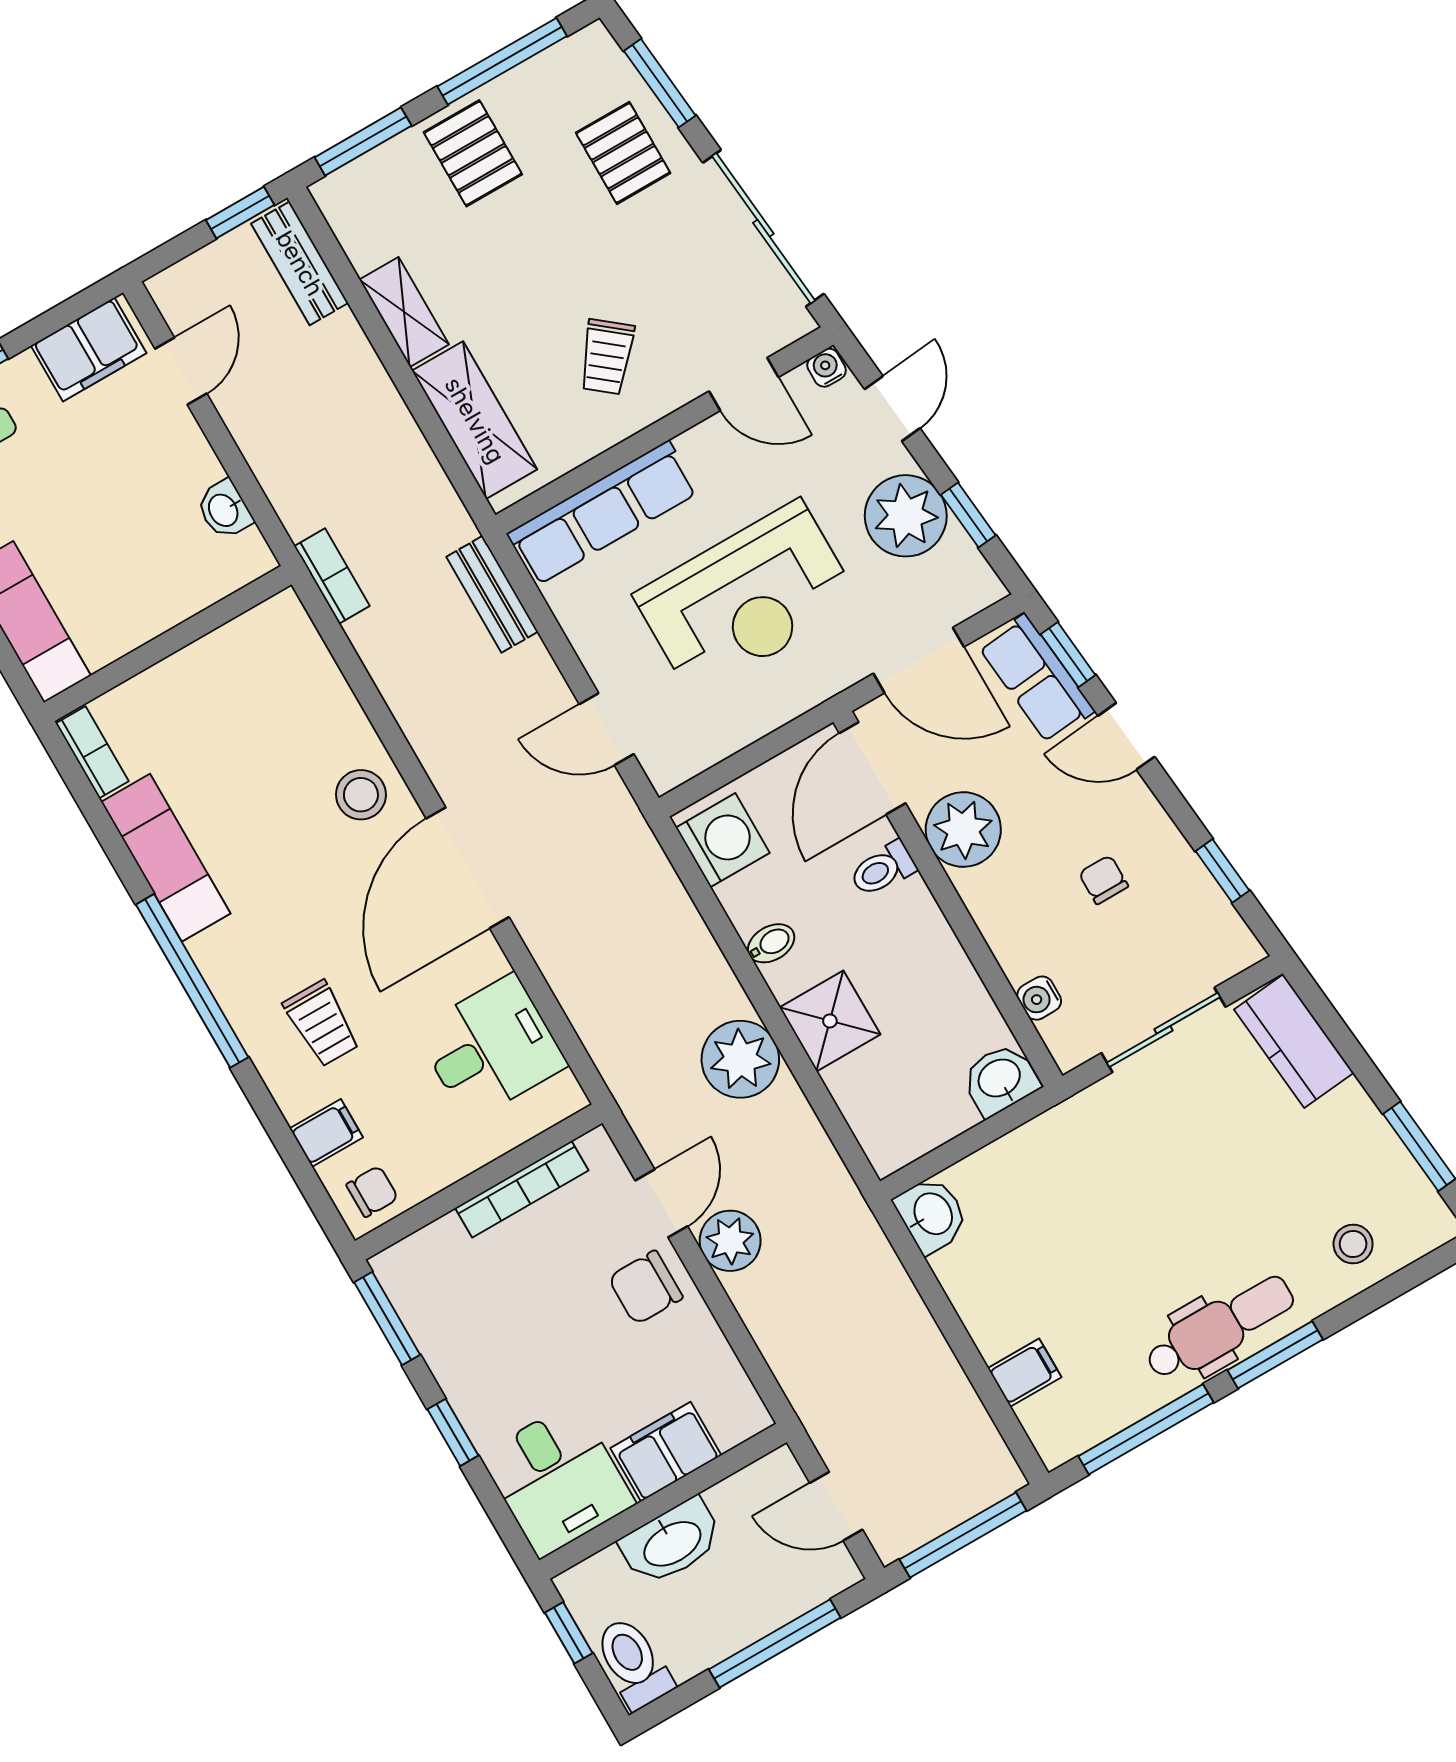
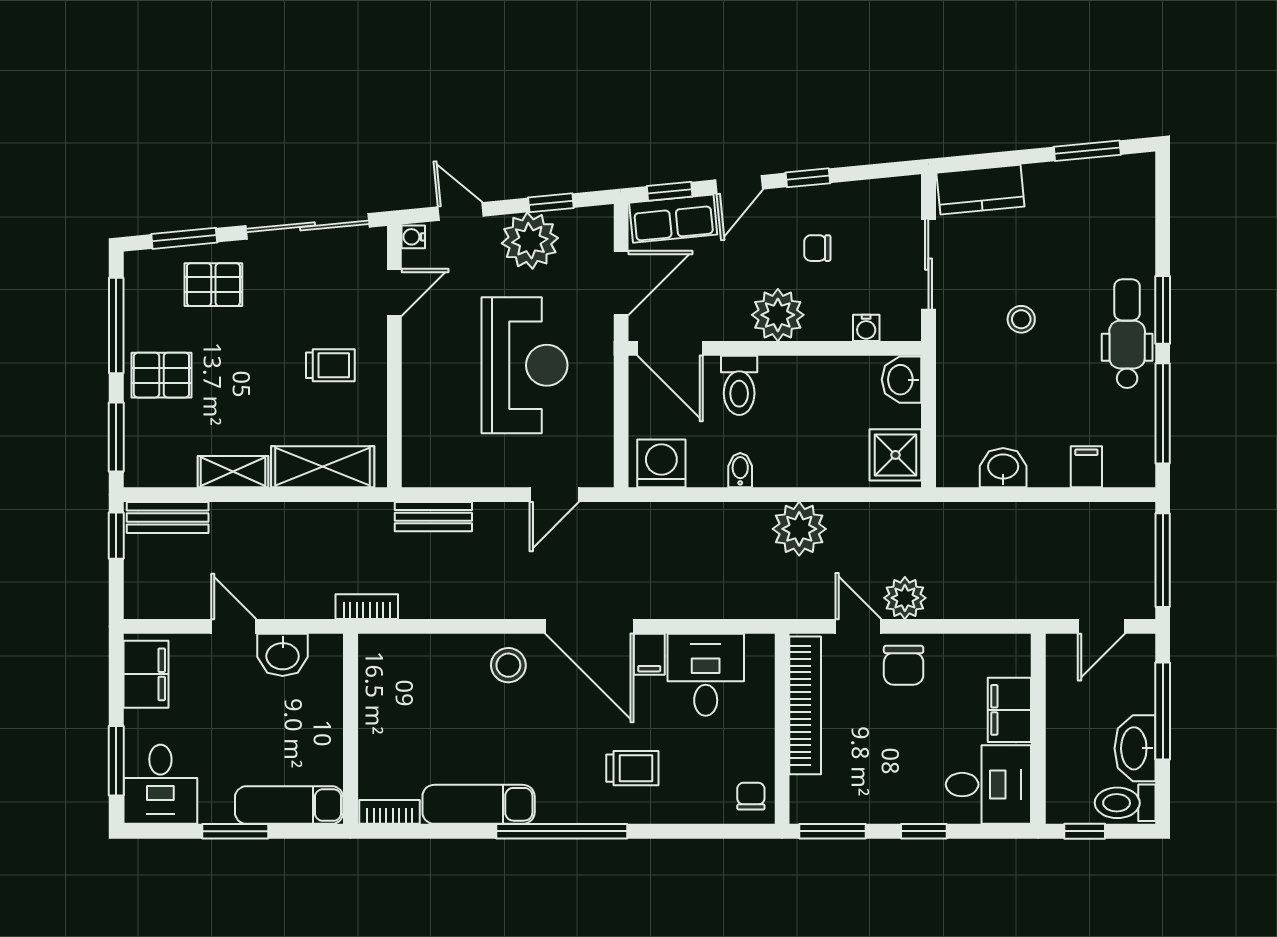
trolley: (607, 357) -> (330, 365), turned -39
door: (181, 371) -> (234, 626), moved
washbasin: (224, 510) -> (283, 655), width x1.38, depth x1.45
row of seats: (603, 513) -> (423, 422), removed
plant: (963, 830) -> (778, 315), moved
toilet: (883, 869) -> (739, 385), width x1.37, depth x1.39
window: (1222, 871) -> (808, 178), moved
shower: (830, 1021) -> (895, 455), moved
filing cabinet: (326, 1133) -> (649, 654), moved, turned 180
bookcase: (522, 1189) -> (805, 705), width x1.48, depth x1.31
washbasin: (932, 1215) -> (1003, 468), moved
stool: (1353, 1244) -> (1021, 319), moved
washbasin: (671, 1542) -> (1135, 748), moved, turned 180

